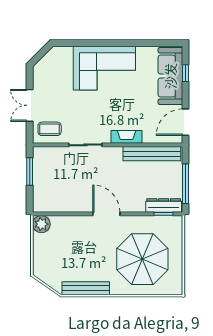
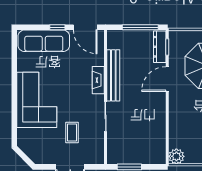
window: (186, 73) -> (57, 27), moved
coffee table: (50, 129) -> (72, 133), moved
bench: (152, 154) -> (113, 75), moved
door: (106, 214) -> (167, 79), moved

